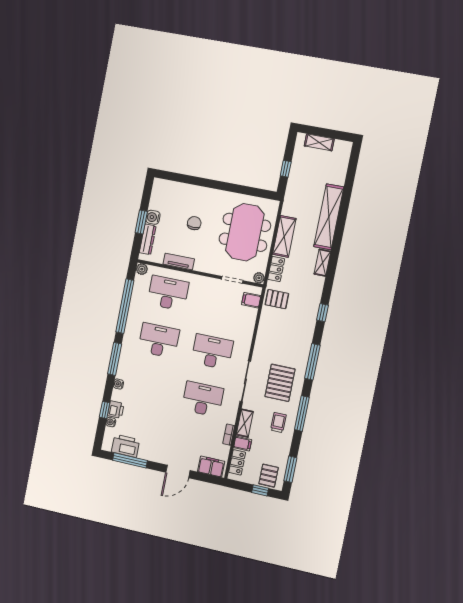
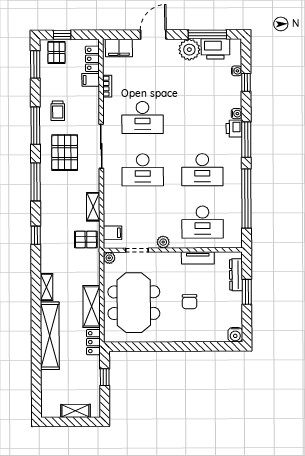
water cooler: (153, 217) -> (235, 335), moved, turned 90
plant: (142, 269) -> (163, 242), moved
locker: (276, 269) -> (93, 342), moved
printer: (116, 410) -> (234, 129), moved
shelving: (245, 423) -> (93, 207), moved
plant: (149, 451) -> (189, 50), added

